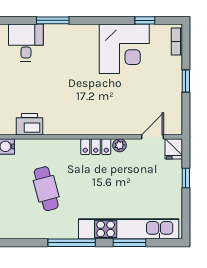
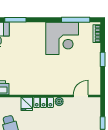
window: (145, 20) -> (76, 20), width x2.17
fridge: (174, 149) -> (27, 104), moved

